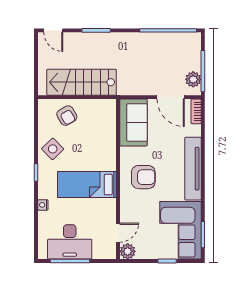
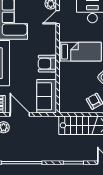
armchair: (143, 177) -> (47, 64), moved

